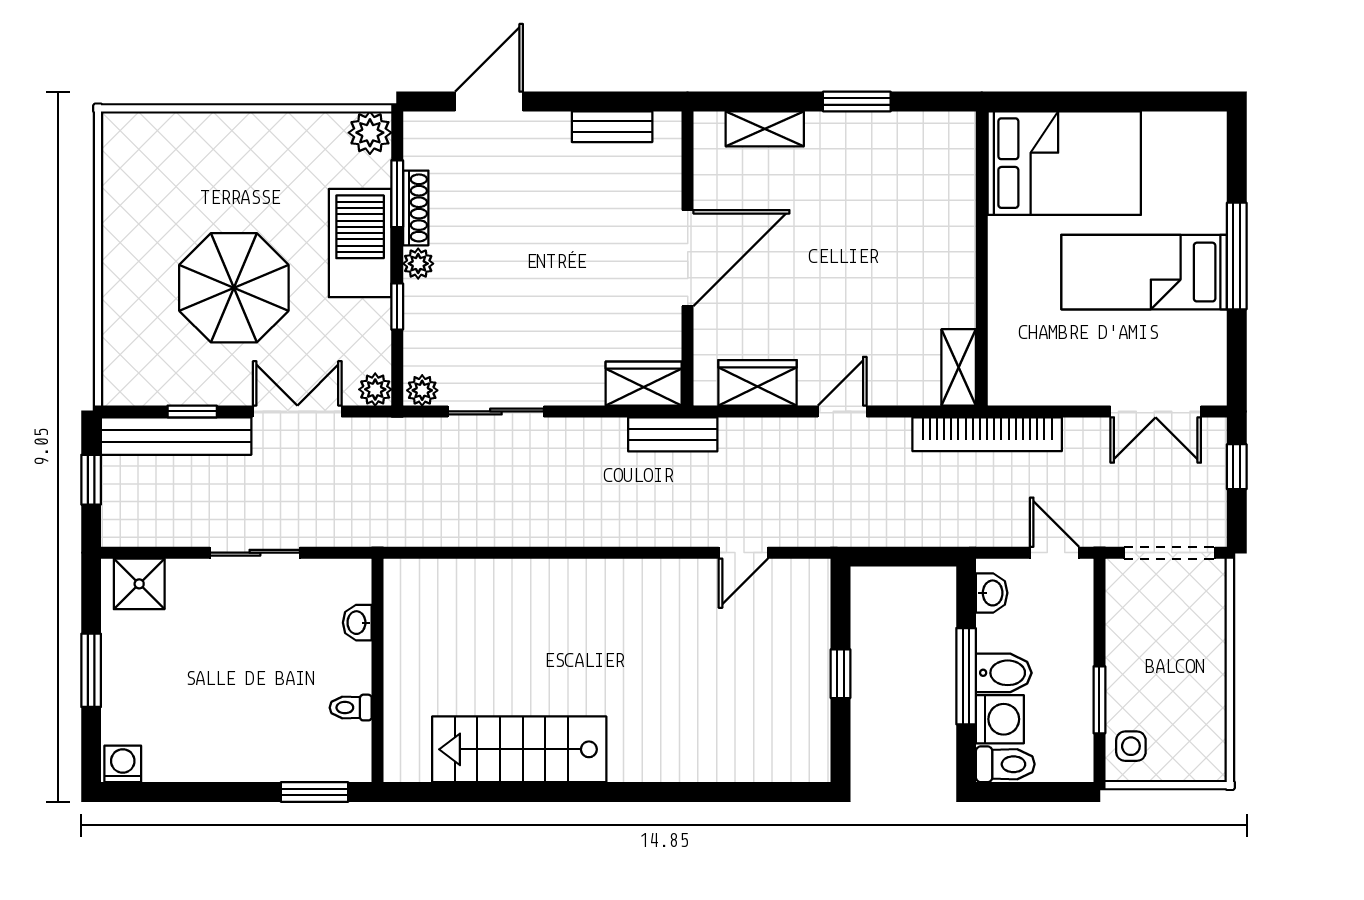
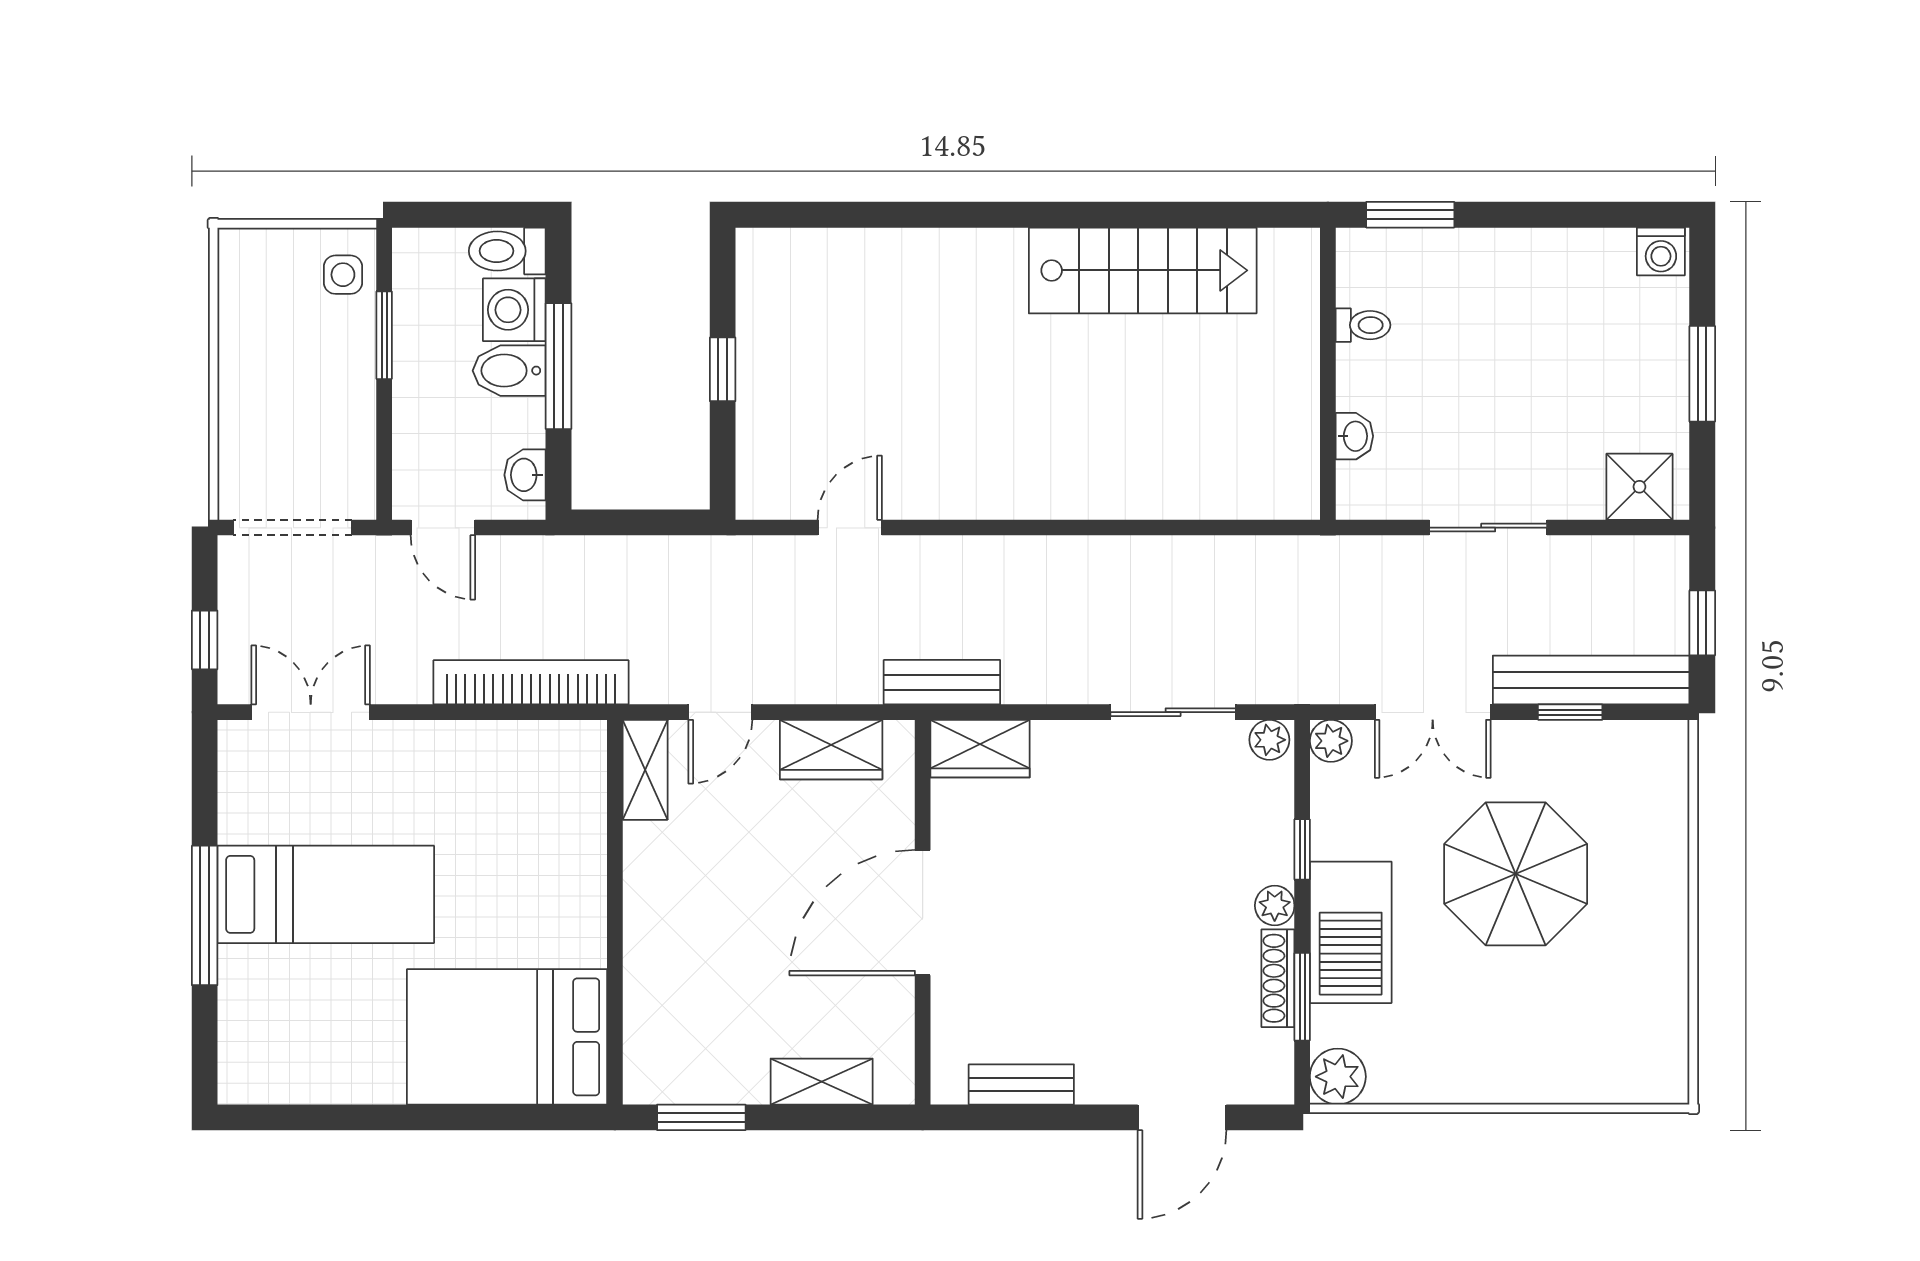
bed: (1064, 163) -> (507, 1037), moved
wall: (982, 258) -> (615, 912), moved
shelving: (959, 367) -> (645, 770), moved

